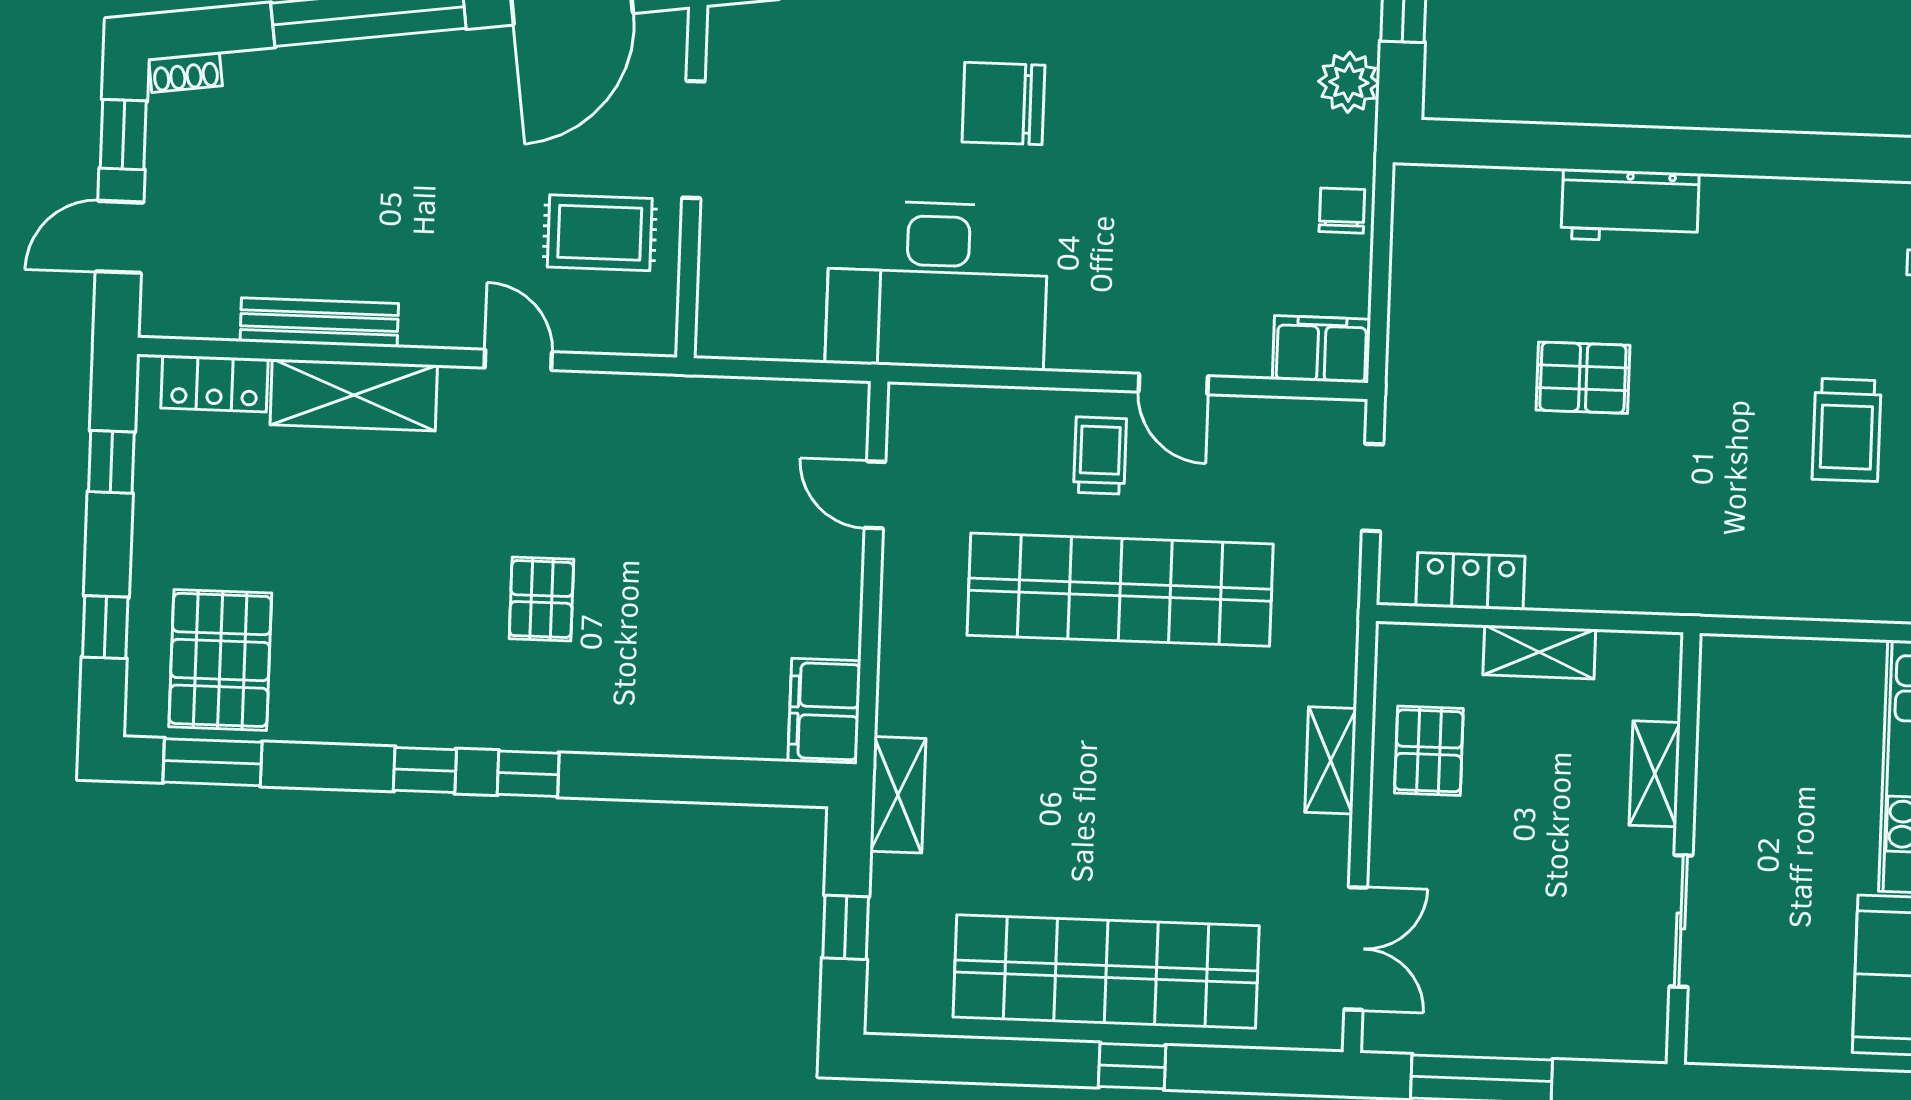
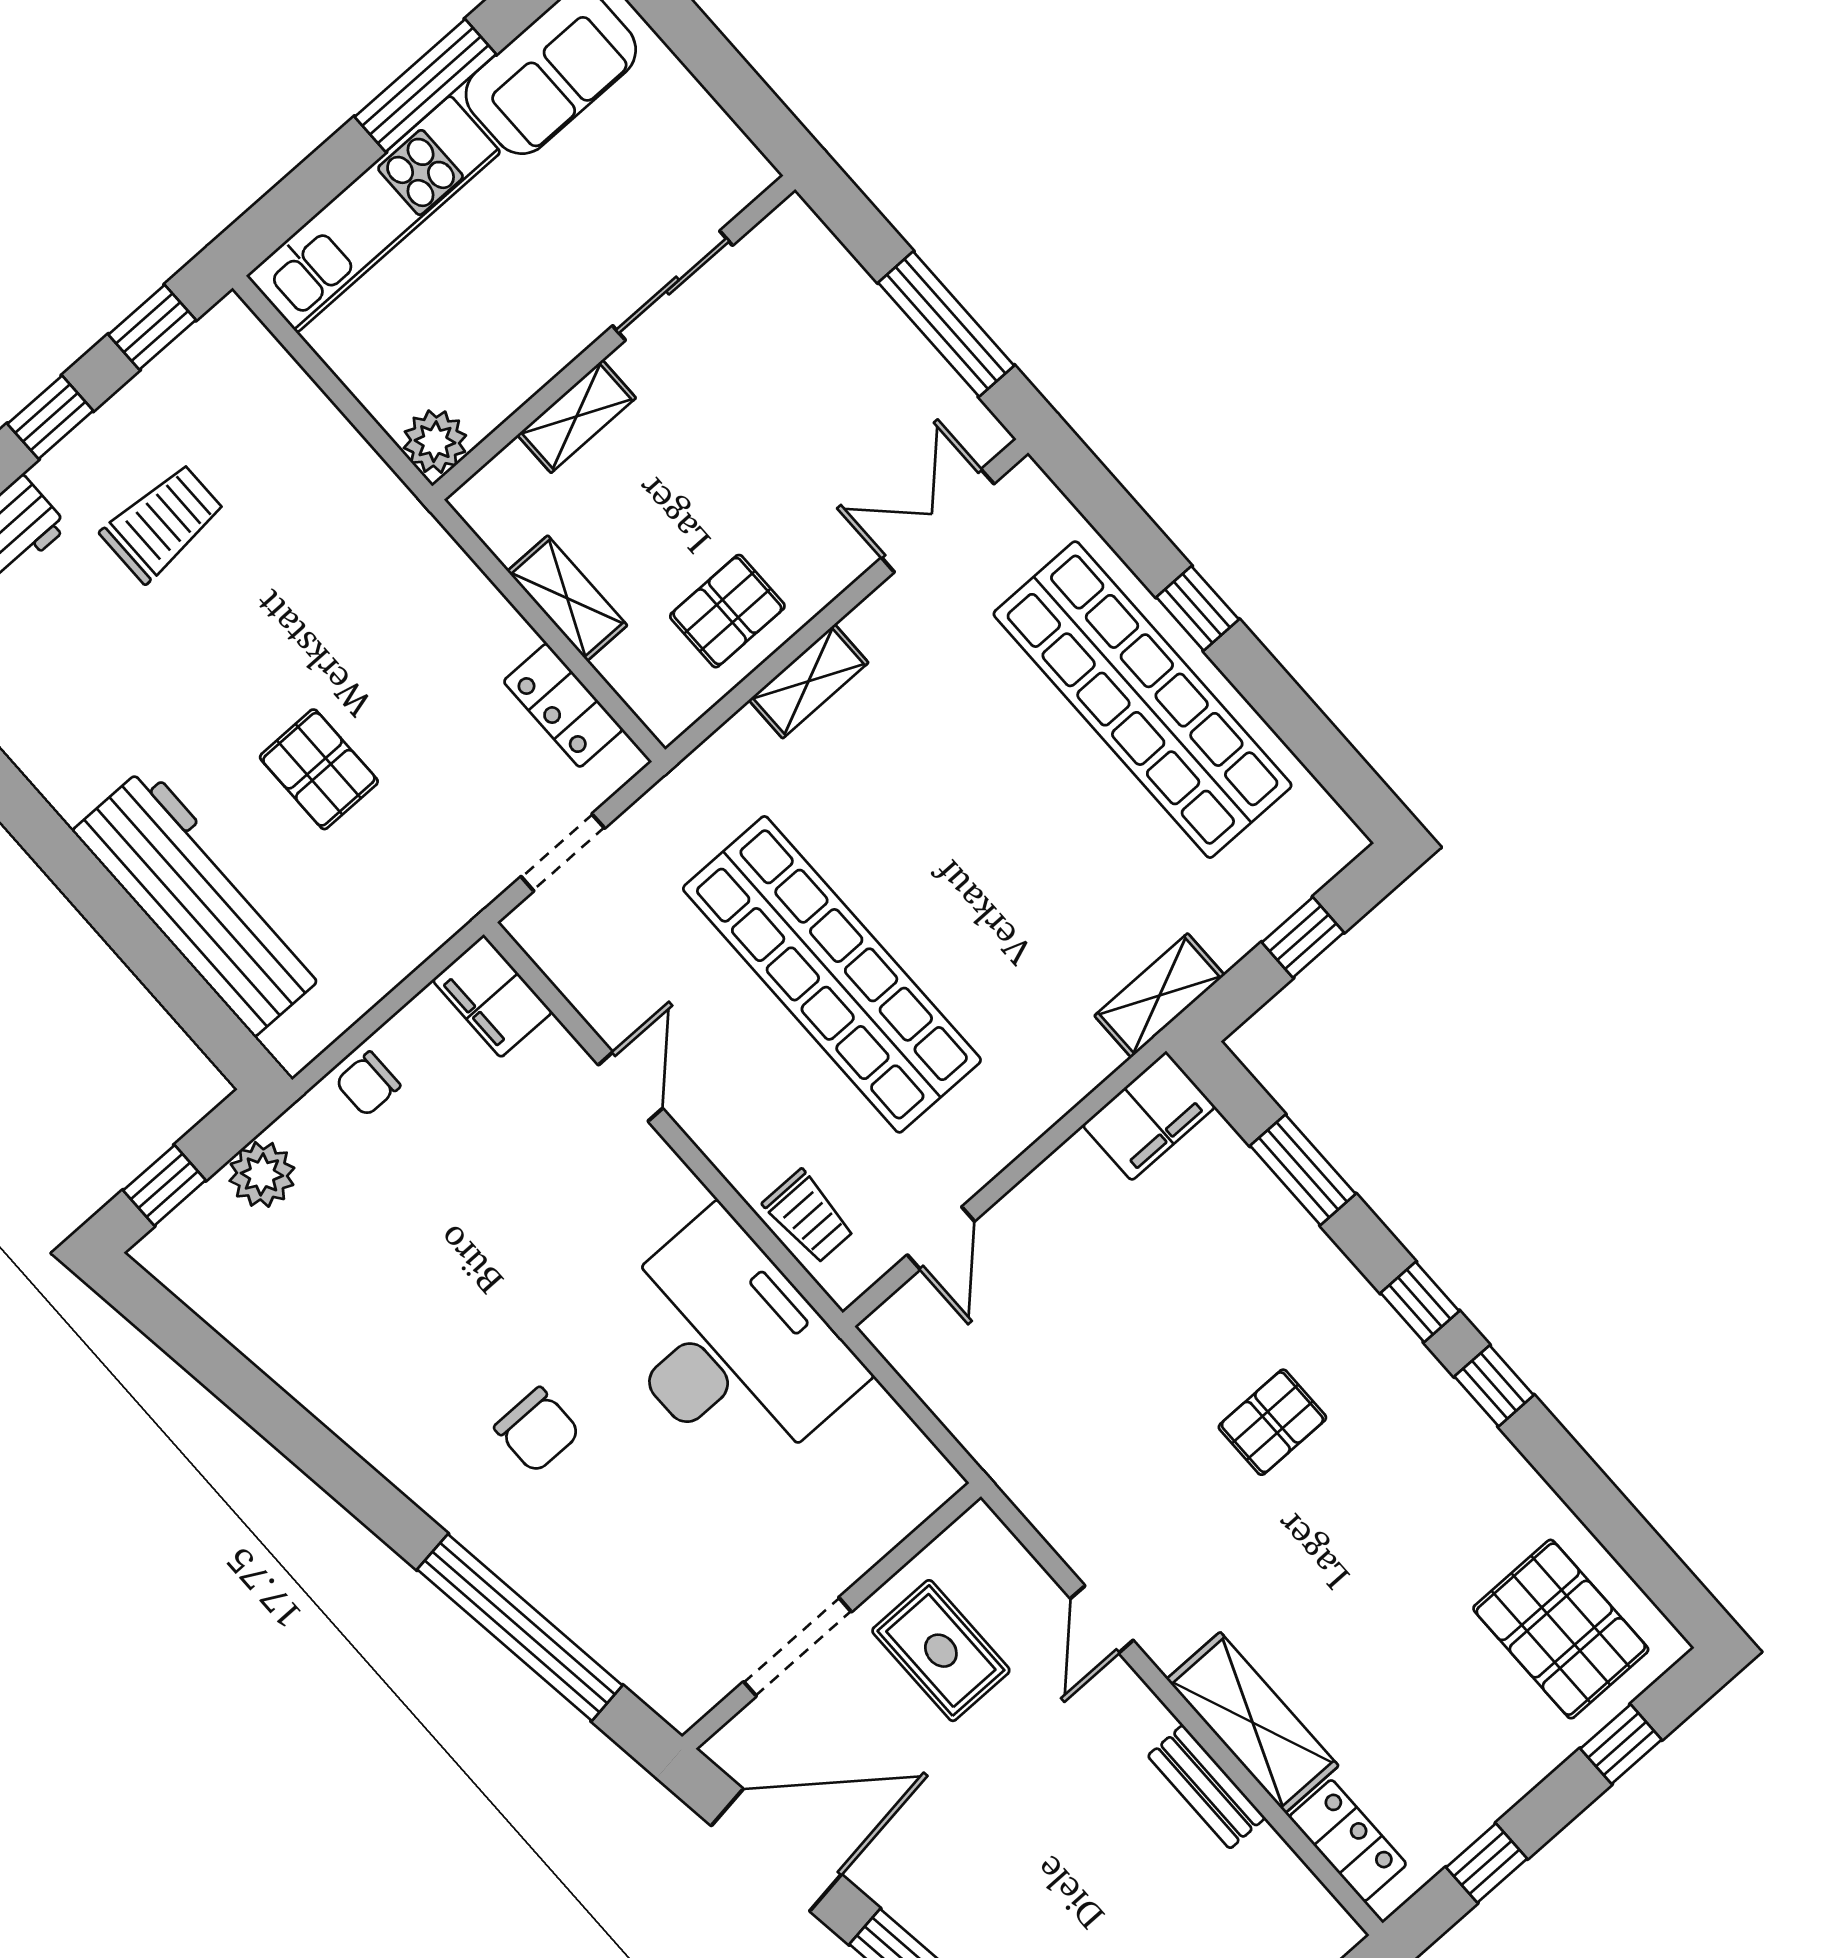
chair: (1003, 104) -> (537, 1430), width x0.73, depth x0.73
workbench: (1630, 206) -> (201, 901), width x1.88, depth x1.32
bench: (319, 322) -> (1206, 1787), width x0.73
trolley: (1100, 455) -> (809, 1216), moved, turned -90
pallet: (220, 660) -> (1561, 1629), turned 90
plant: (1728, 663) -> (435, 442), added
window: (212, 762) -> (1303, 1170), moved

